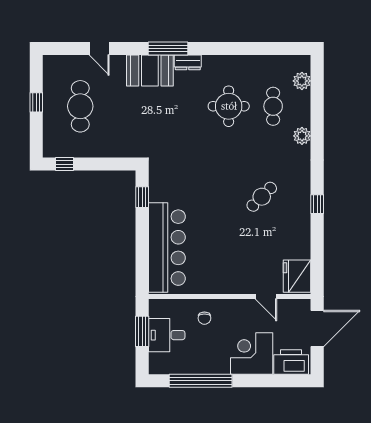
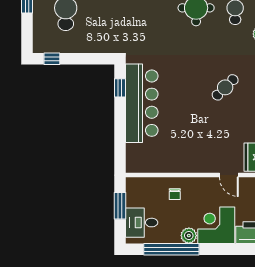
bar counter: (167, 248) -> (142, 103), moved
desk: (167, 335) -> (142, 223), moved
plant: (220, 365) -> (189, 236), added

